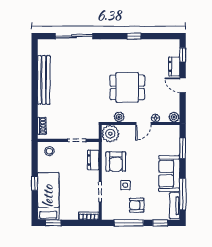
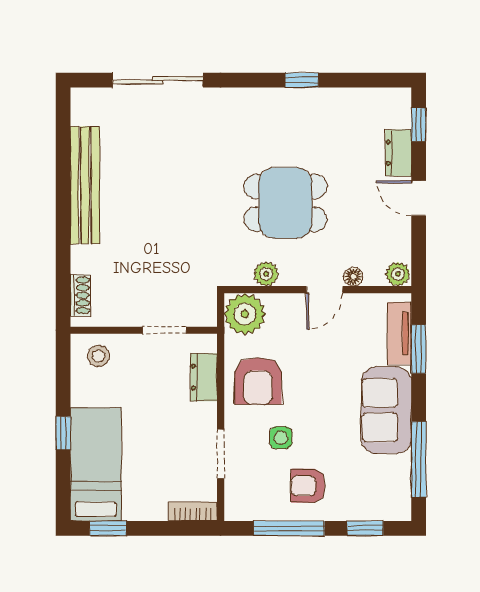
tv unit: (175, 206) -> (399, 333), moved

